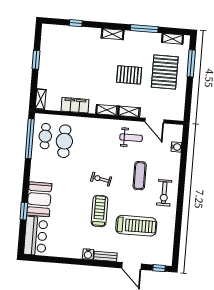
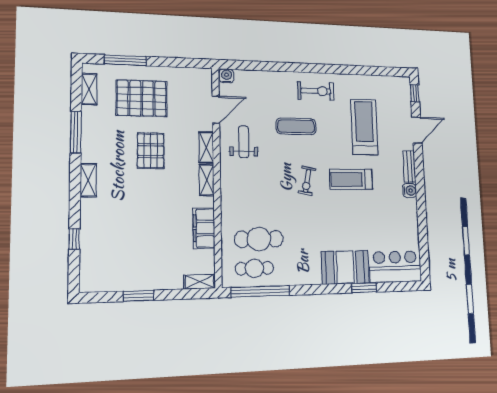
water cooler: (176, 147) -> (227, 76), moved

